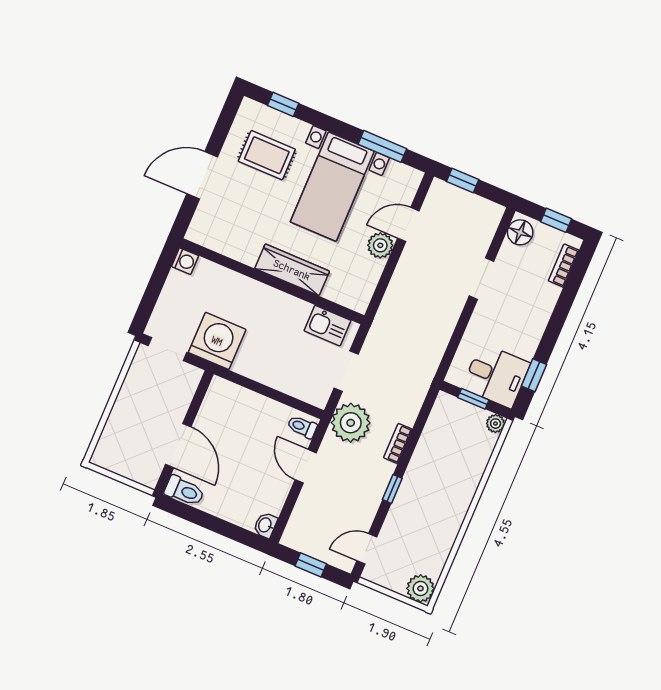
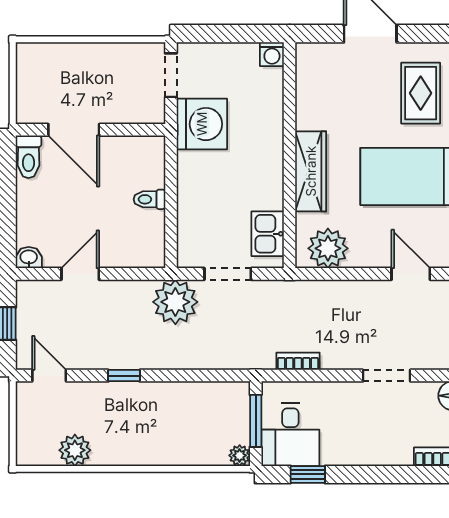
plant: (380, 245) -> (328, 248), moved, width x1.36, depth x1.36
window: (473, 399) -> (256, 421), width x1.50
toilet: (302, 427) -> (149, 199), moved, turned -90
bookcase: (398, 443) -> (298, 361), moved
door: (178, 446) -> (74, 130), hinge flipped
door: (306, 466) -> (80, 274), moved
plant: (420, 588) -> (75, 450), moved

